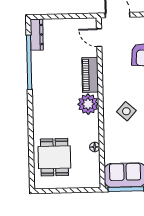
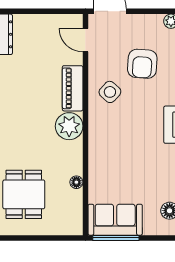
side table: (126, 111) -> (110, 92), moved

